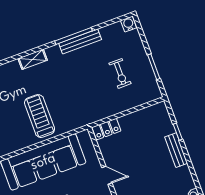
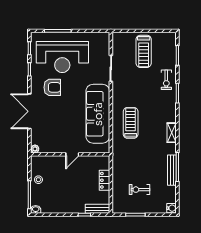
treadmill: (40, 116) -> (131, 123), turned -90
locker: (106, 129) -> (104, 180), moved
bench: (176, 150) -> (97, 209), moved

